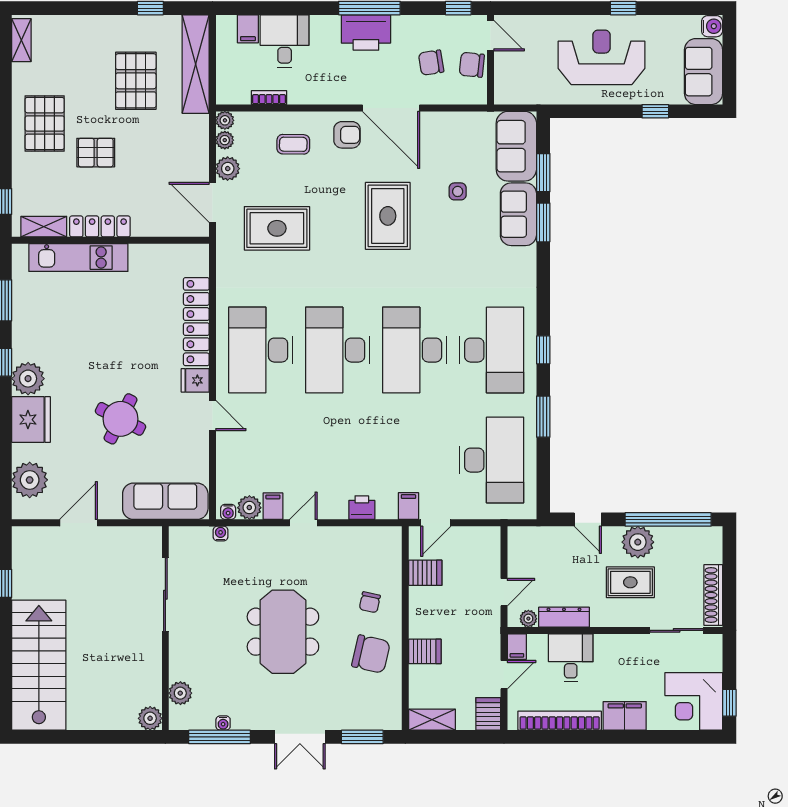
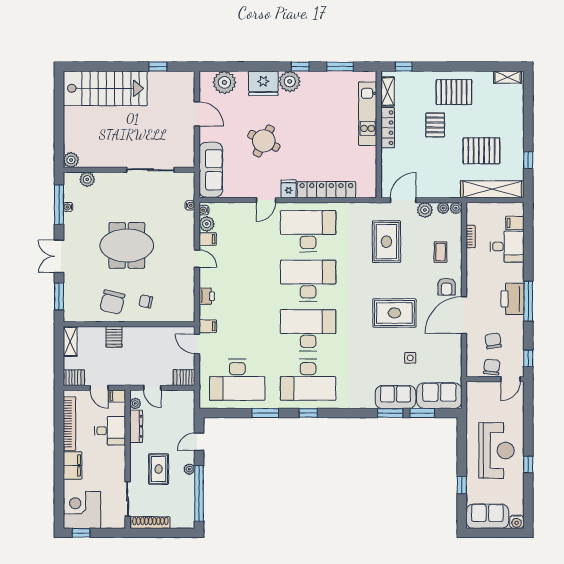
plant: (638, 542) -> (189, 469), width x0.53, depth x0.53
server rack: (425, 573) -> (184, 378), moved, turned 90

